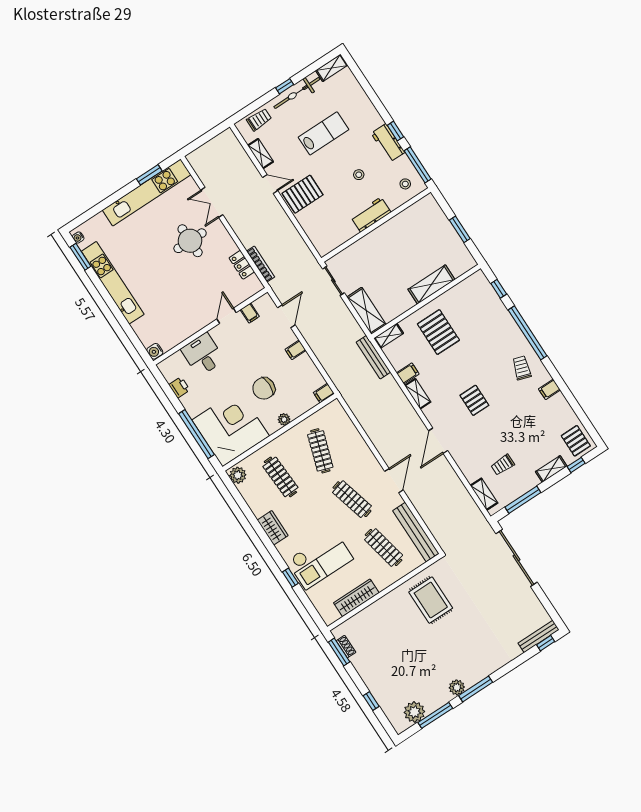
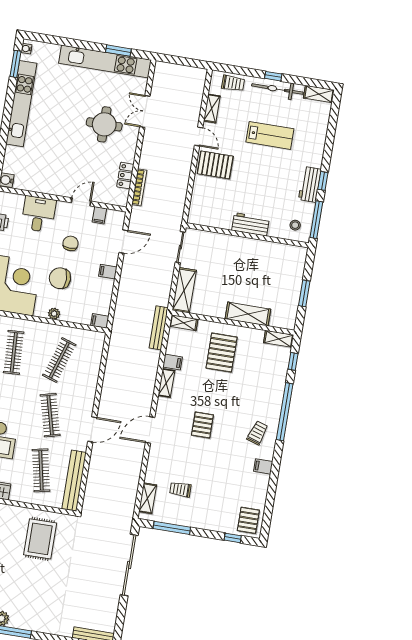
stool: (359, 175) -> (268, 188), removed
chair: (247, 355) -> (71, 243), added
shelving: (551, 469) -> (279, 339), moved

